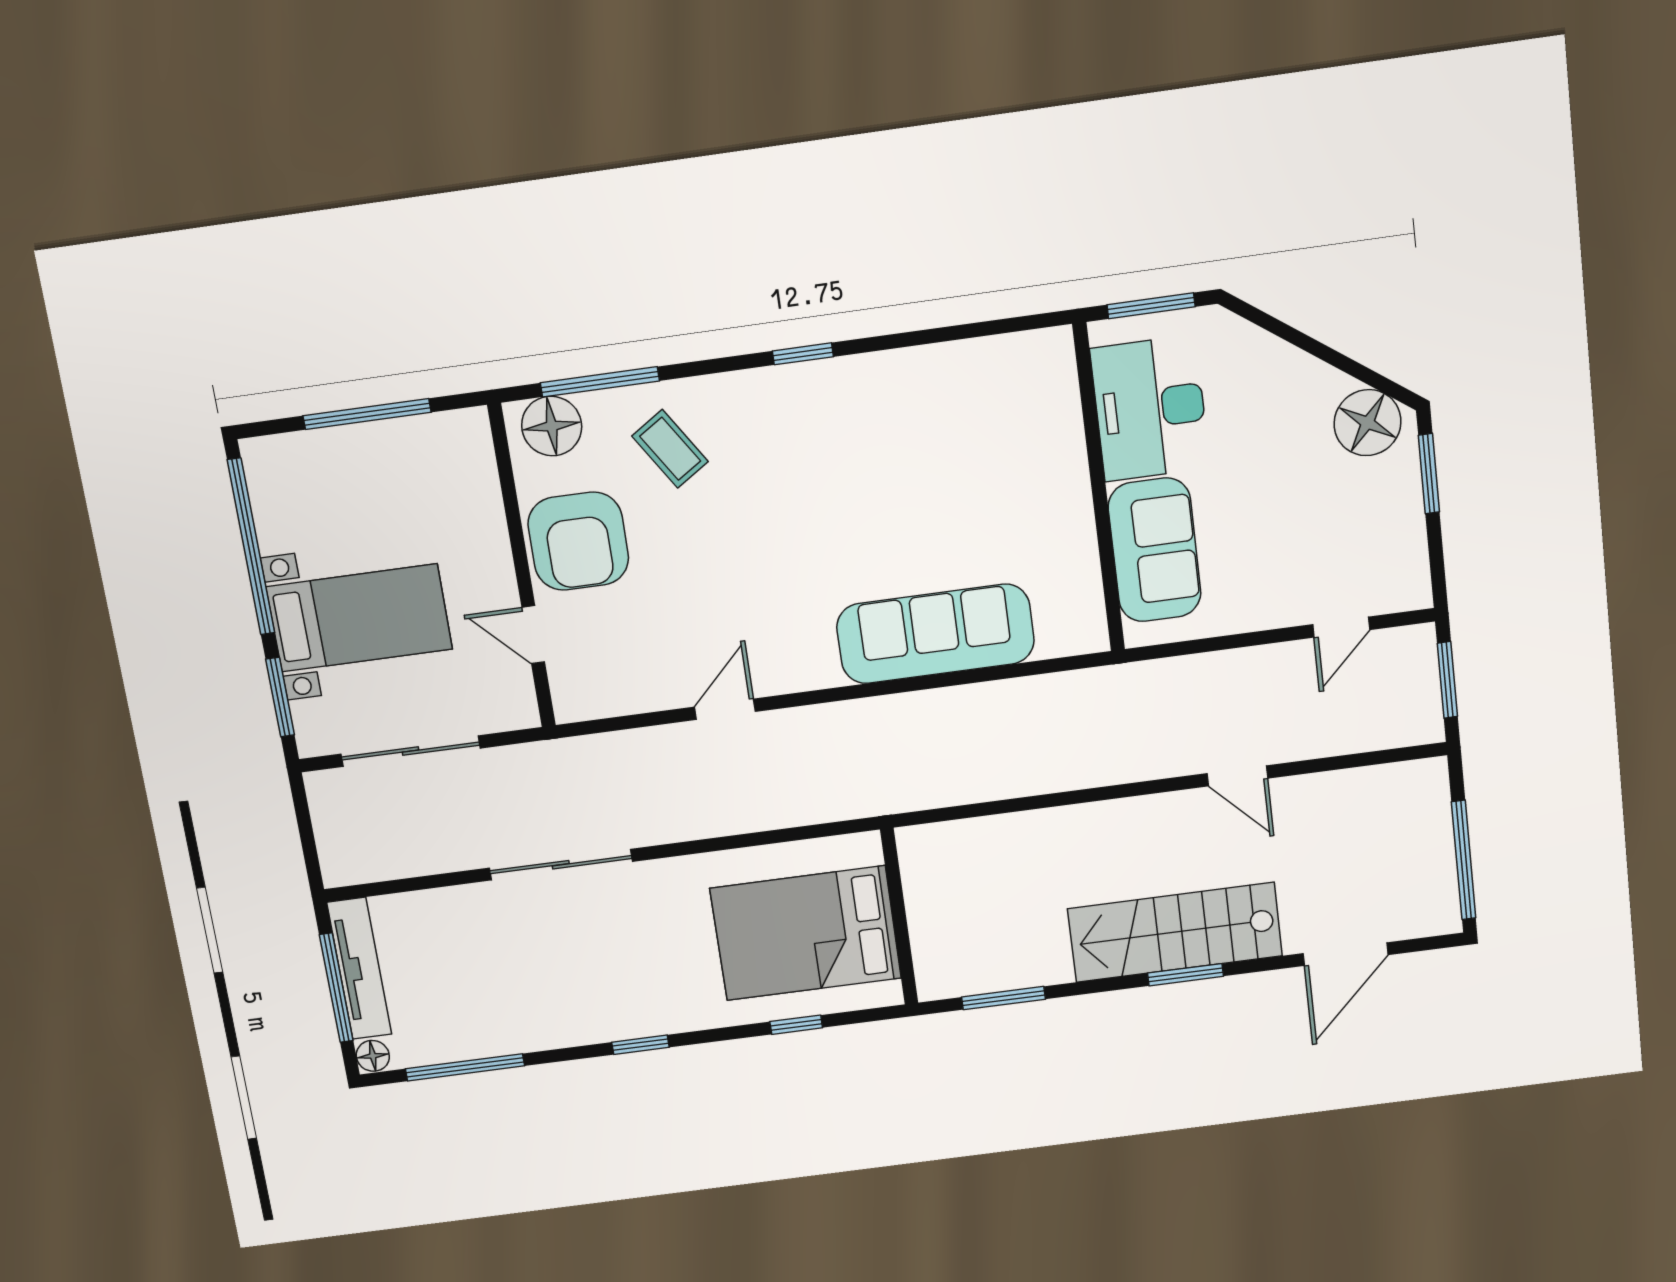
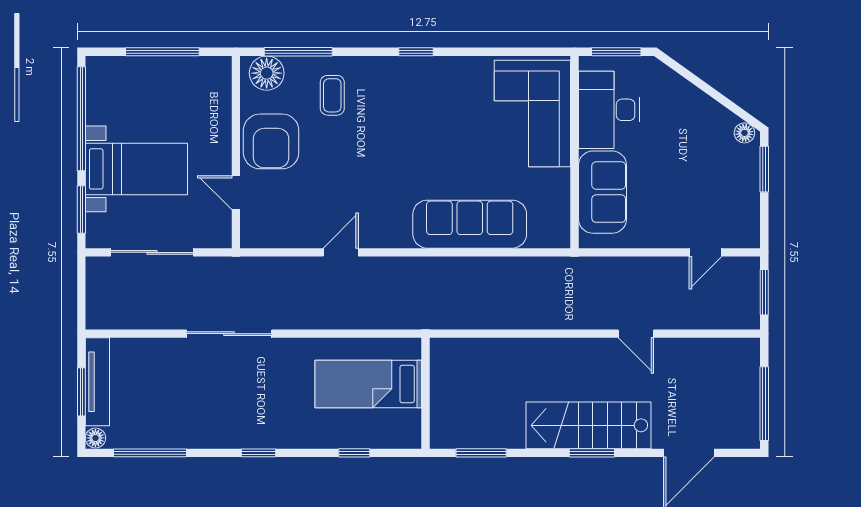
floor lamp: (1368, 423) -> (744, 133), width x0.53, depth x0.53
corner sofa: (1018, 433) -> (532, 114), added
coffee table: (670, 449) -> (332, 95), turned 33
bed: (806, 933) -> (368, 384), width x0.67
window: (336, 988) -> (81, 392), width x0.69

